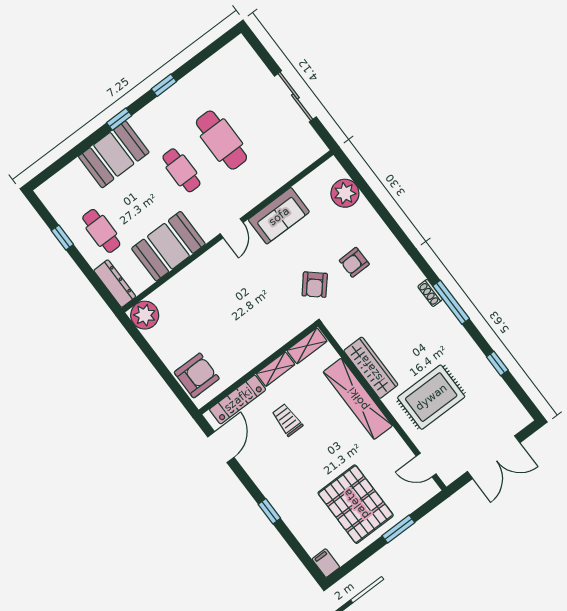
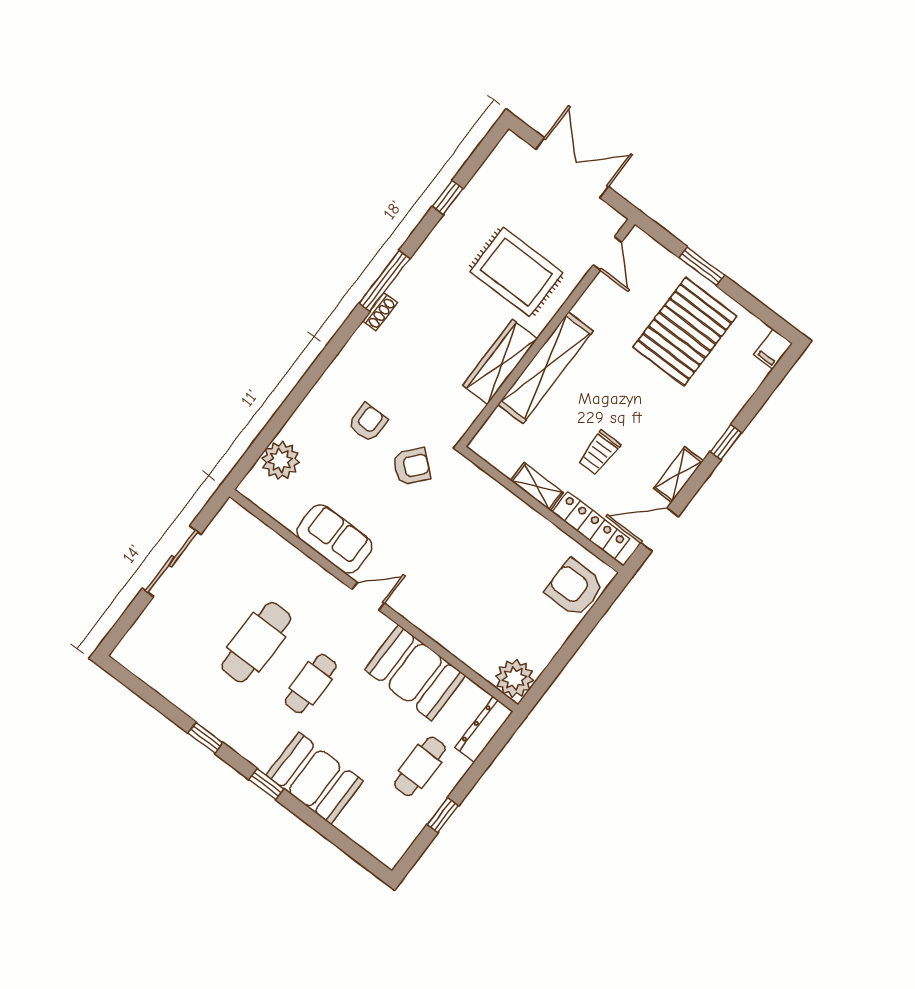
armchair: (354, 262) -> (368, 423), turned -89
shelving: (307, 346) -> (678, 475), moved, turned 90

